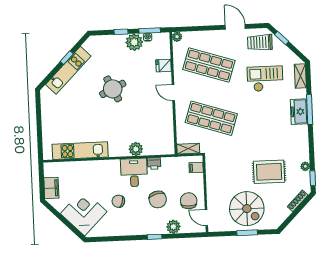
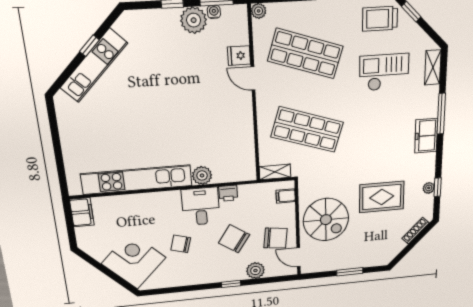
round table: (113, 89) -> (164, 92), removed
door: (173, 93) -> (253, 78), moved
freezer: (299, 112) -> (426, 136), moved
kitchen unit: (80, 151) -> (137, 180), width x1.36
window: (313, 178) -> (438, 187), moved
filing cabinet: (51, 188) -> (82, 212), moved
chair: (158, 199) -> (234, 239), turned 139
chair: (189, 201) -> (275, 238), turned 97
spiral stairs: (247, 209) -> (326, 220), moved

